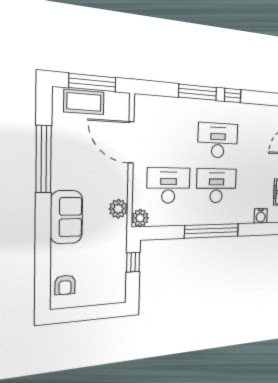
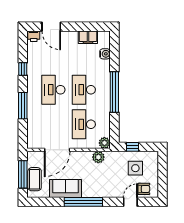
window: (233, 95) -> (23, 69), moved
window: (44, 159) -> (83, 202), moved
sofa: (66, 217) -> (66, 189), moved
door: (43, 264) -> (130, 202), added
side table: (100, 269) -> (135, 168), added

